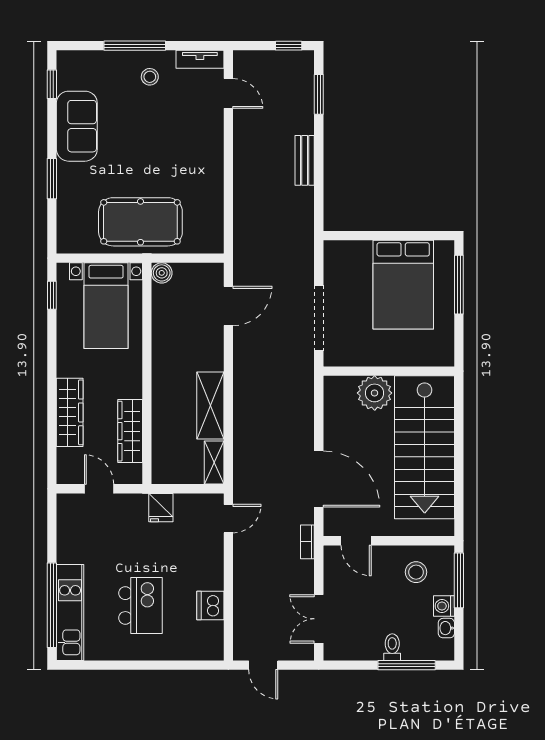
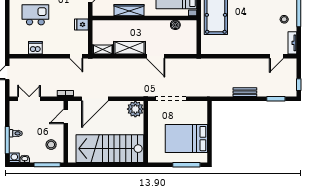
boiler: (162, 273) -> (175, 25), moved
door: (228, 306) -> (156, 56), moved
plant: (375, 393) -> (135, 109), moved
wardrobe: (130, 431) -> (129, 10), moved
kitchen island: (140, 606) -> (35, 15), turned 180
washing machine: (444, 606) -> (14, 158), moved

